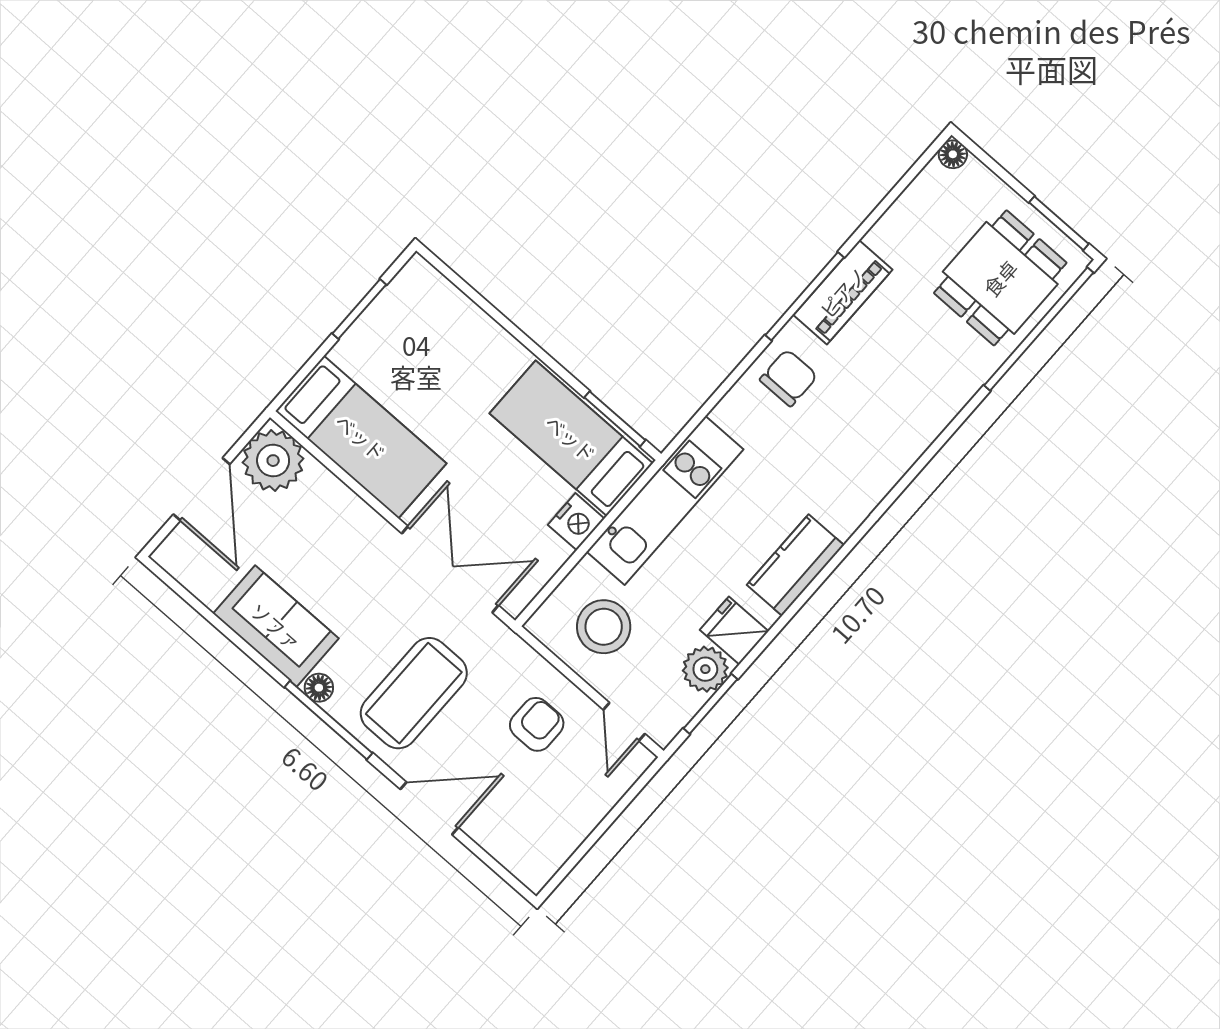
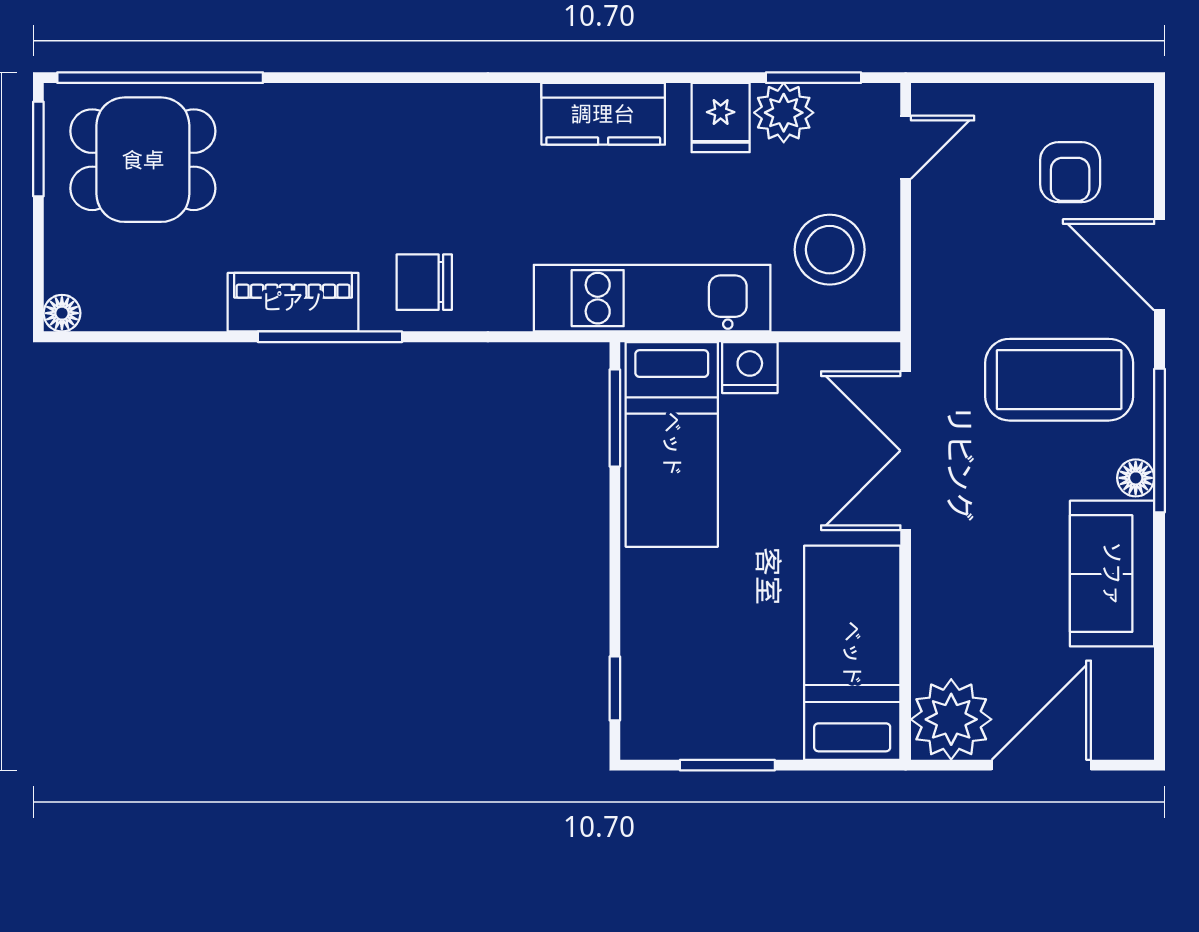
window: (460, 283) -> (615, 688), added
armchair: (537, 724) -> (1070, 172), moved, turned -90

